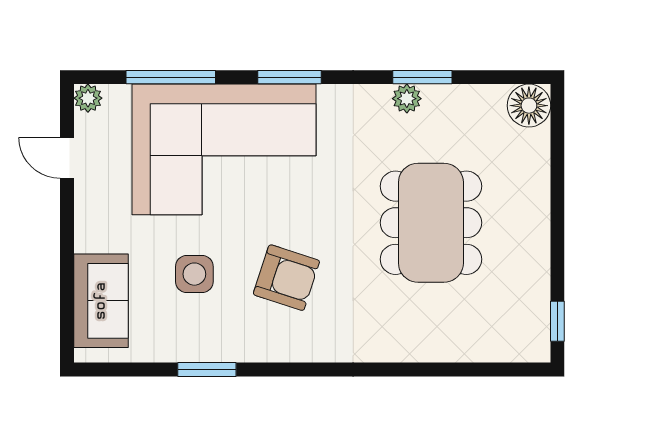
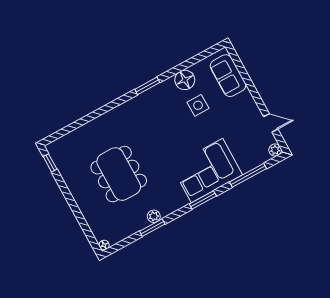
floor lamp: (529, 106) -> (104, 245), width x0.53, depth x0.53
corner sofa: (224, 149) -> (207, 171), width x0.73, depth x0.74
armchair: (286, 278) -> (162, 123), removed
floor lamp: (193, 340) -> (185, 80), added
window: (207, 369) -> (147, 86), moved

